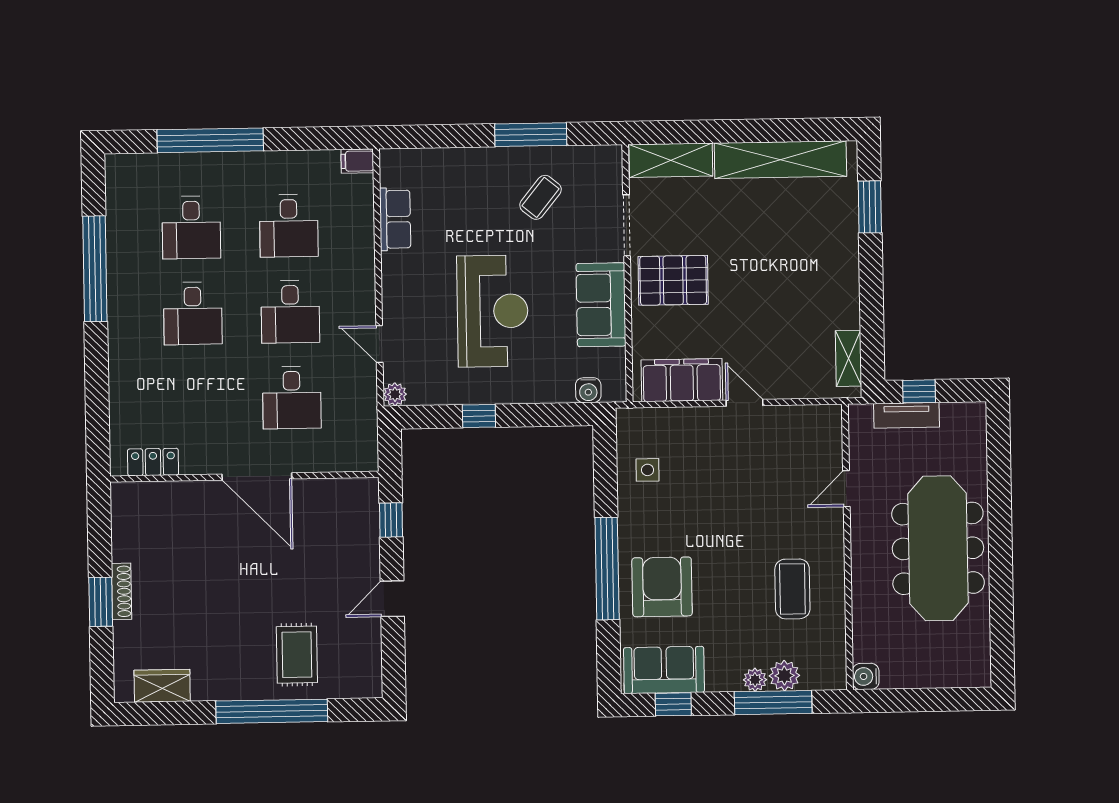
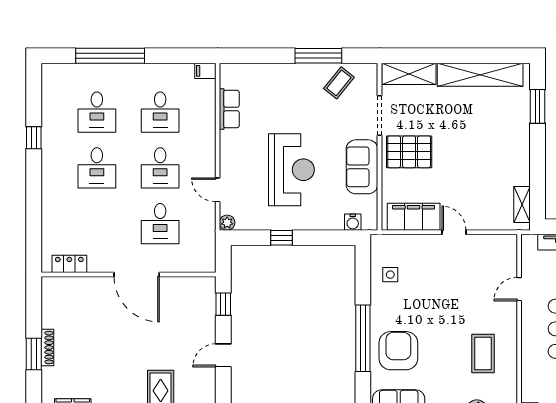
coffee table: (541, 197) -> (339, 83), moved
window: (95, 269) -> (34, 138), width x0.32

